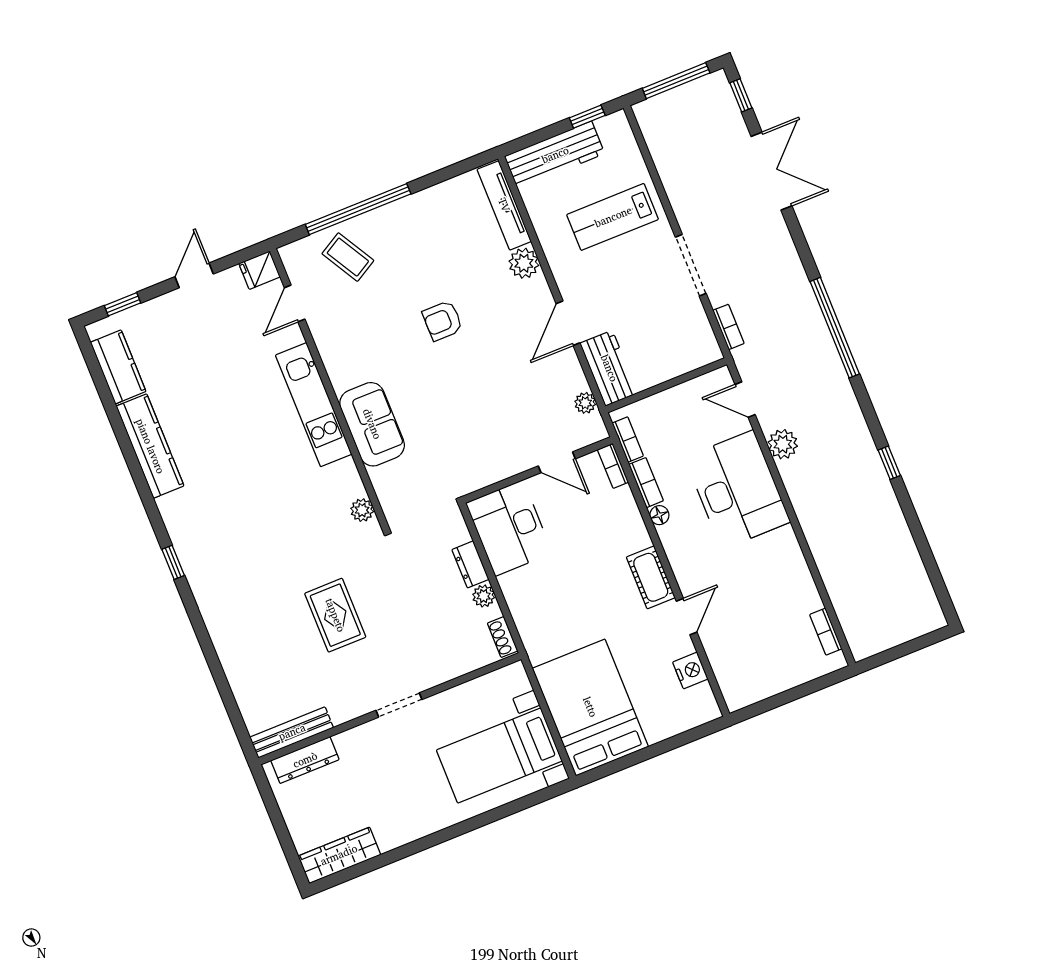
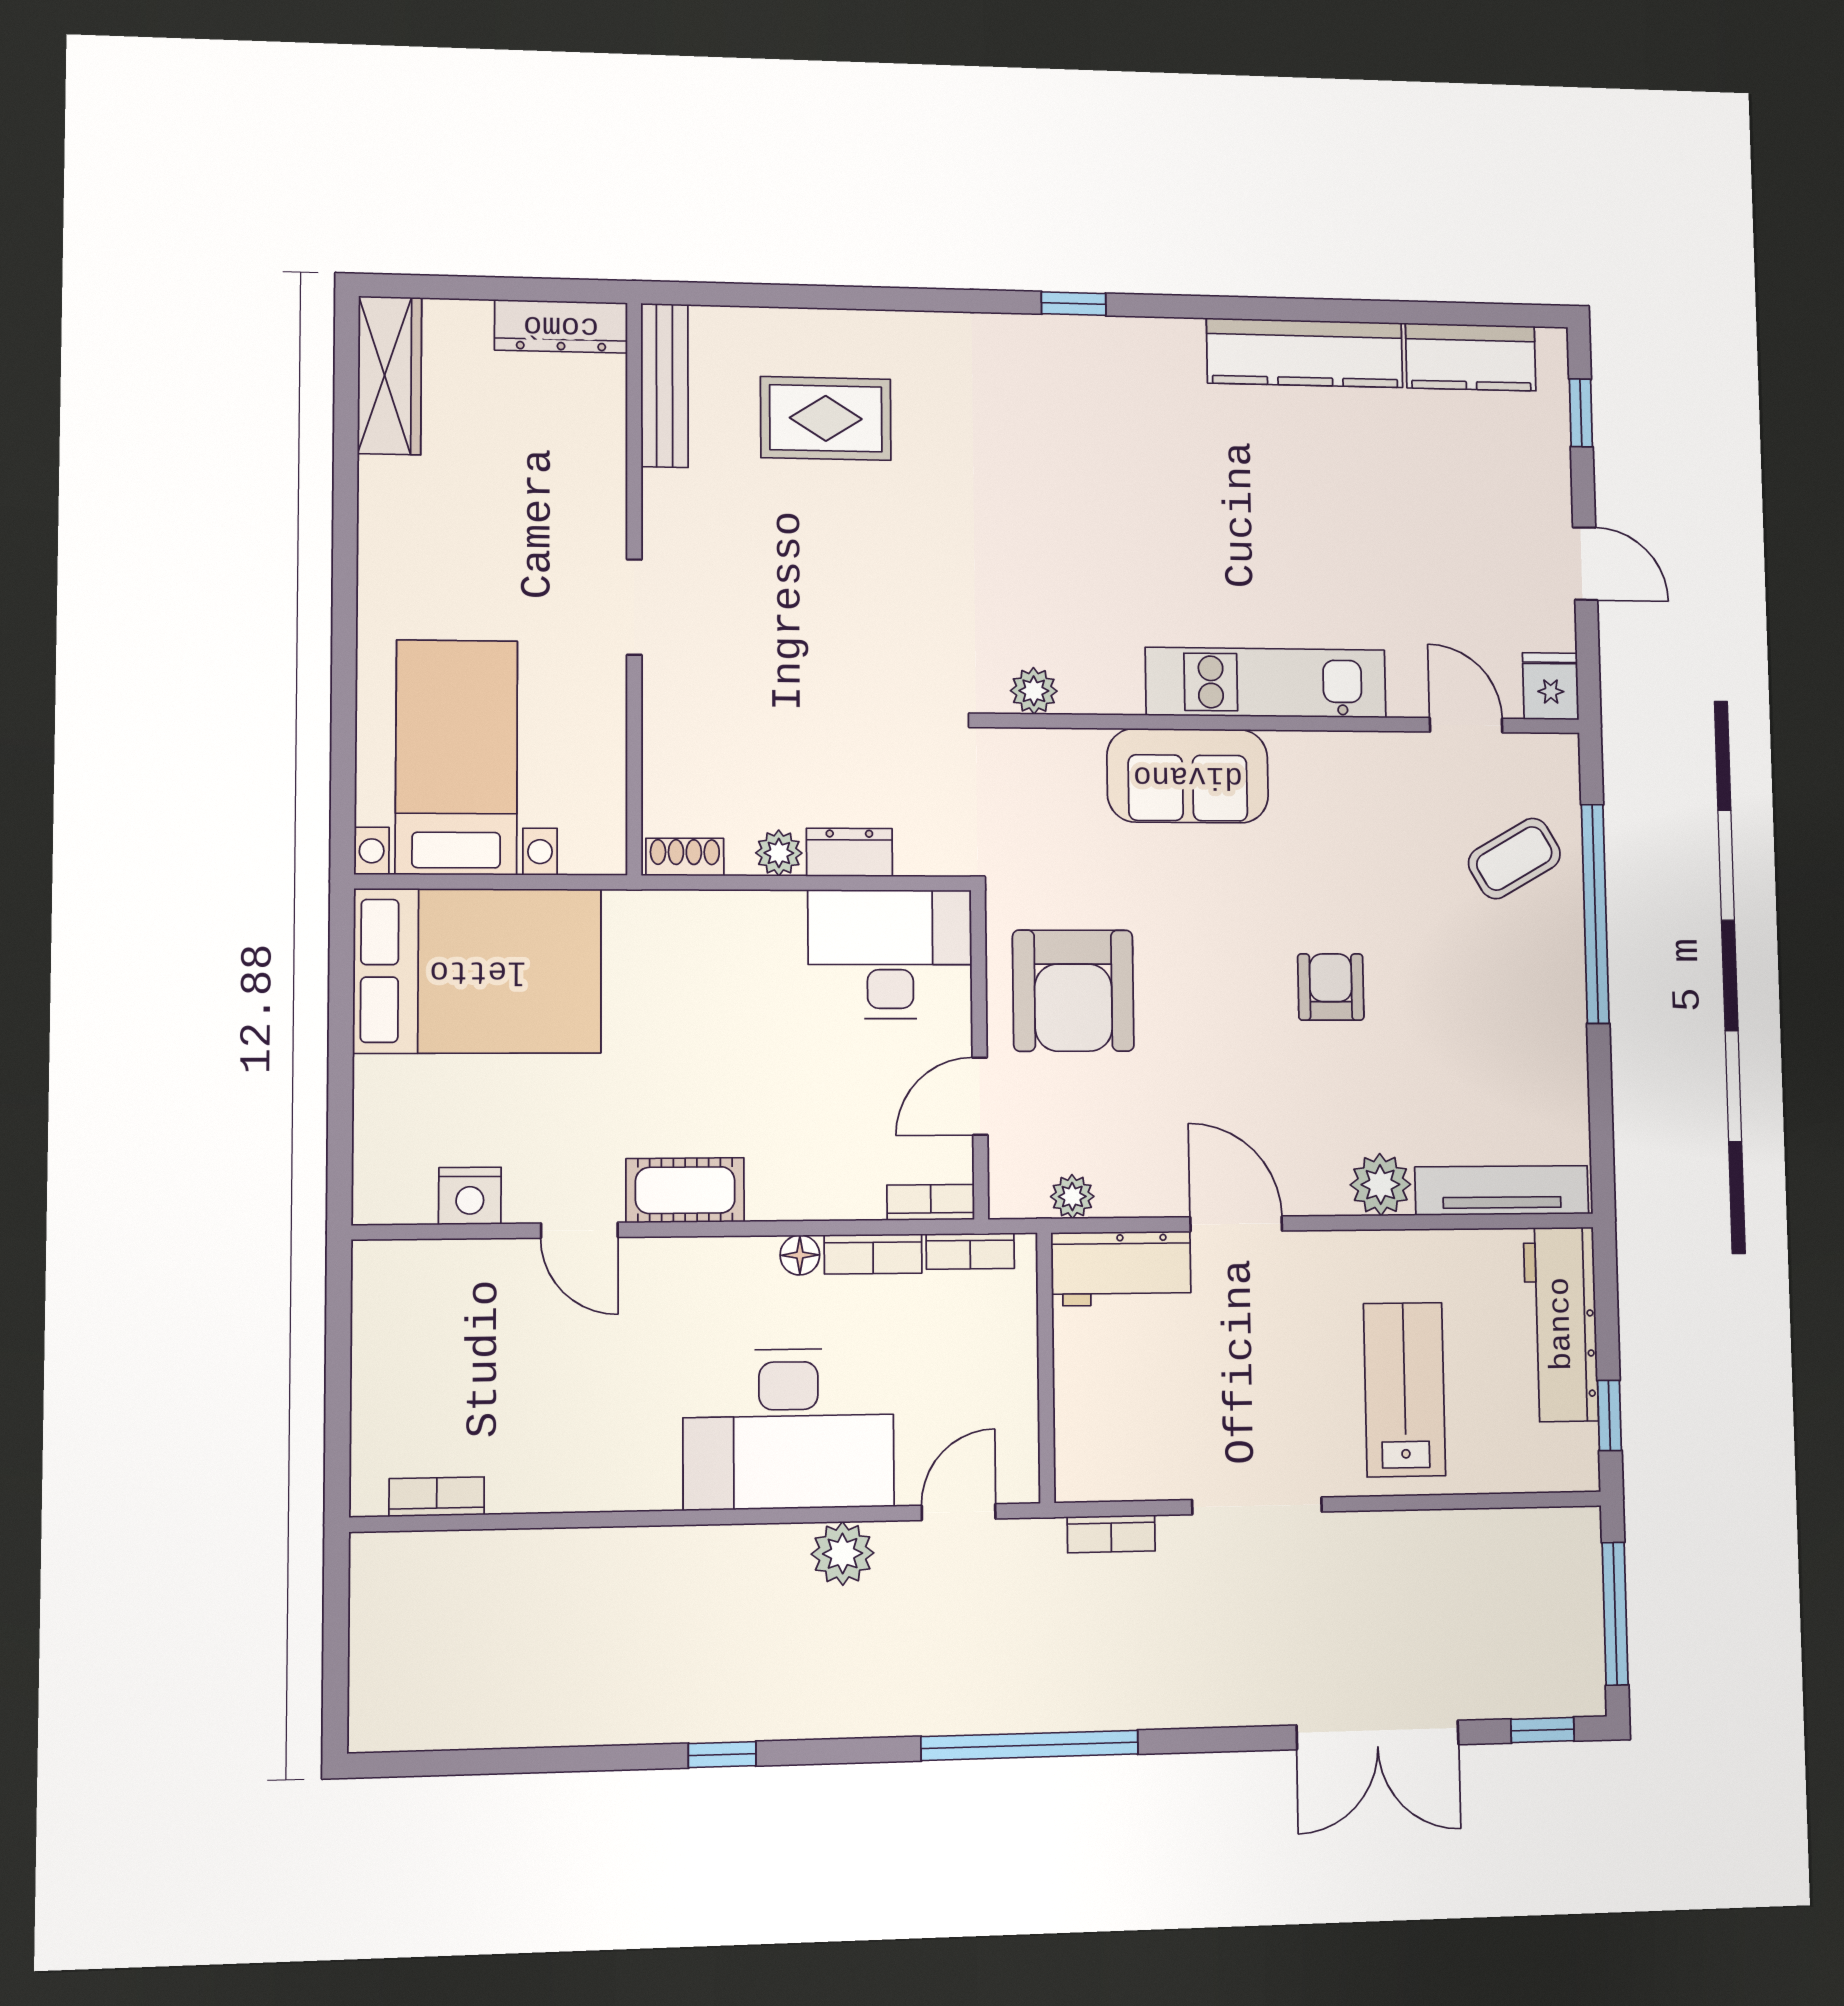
armchair: (492, 439) -> (1073, 991), added
rug: (335, 615) -> (826, 418), moved
dresser: (305, 760) -> (561, 326), moved, turned -90

